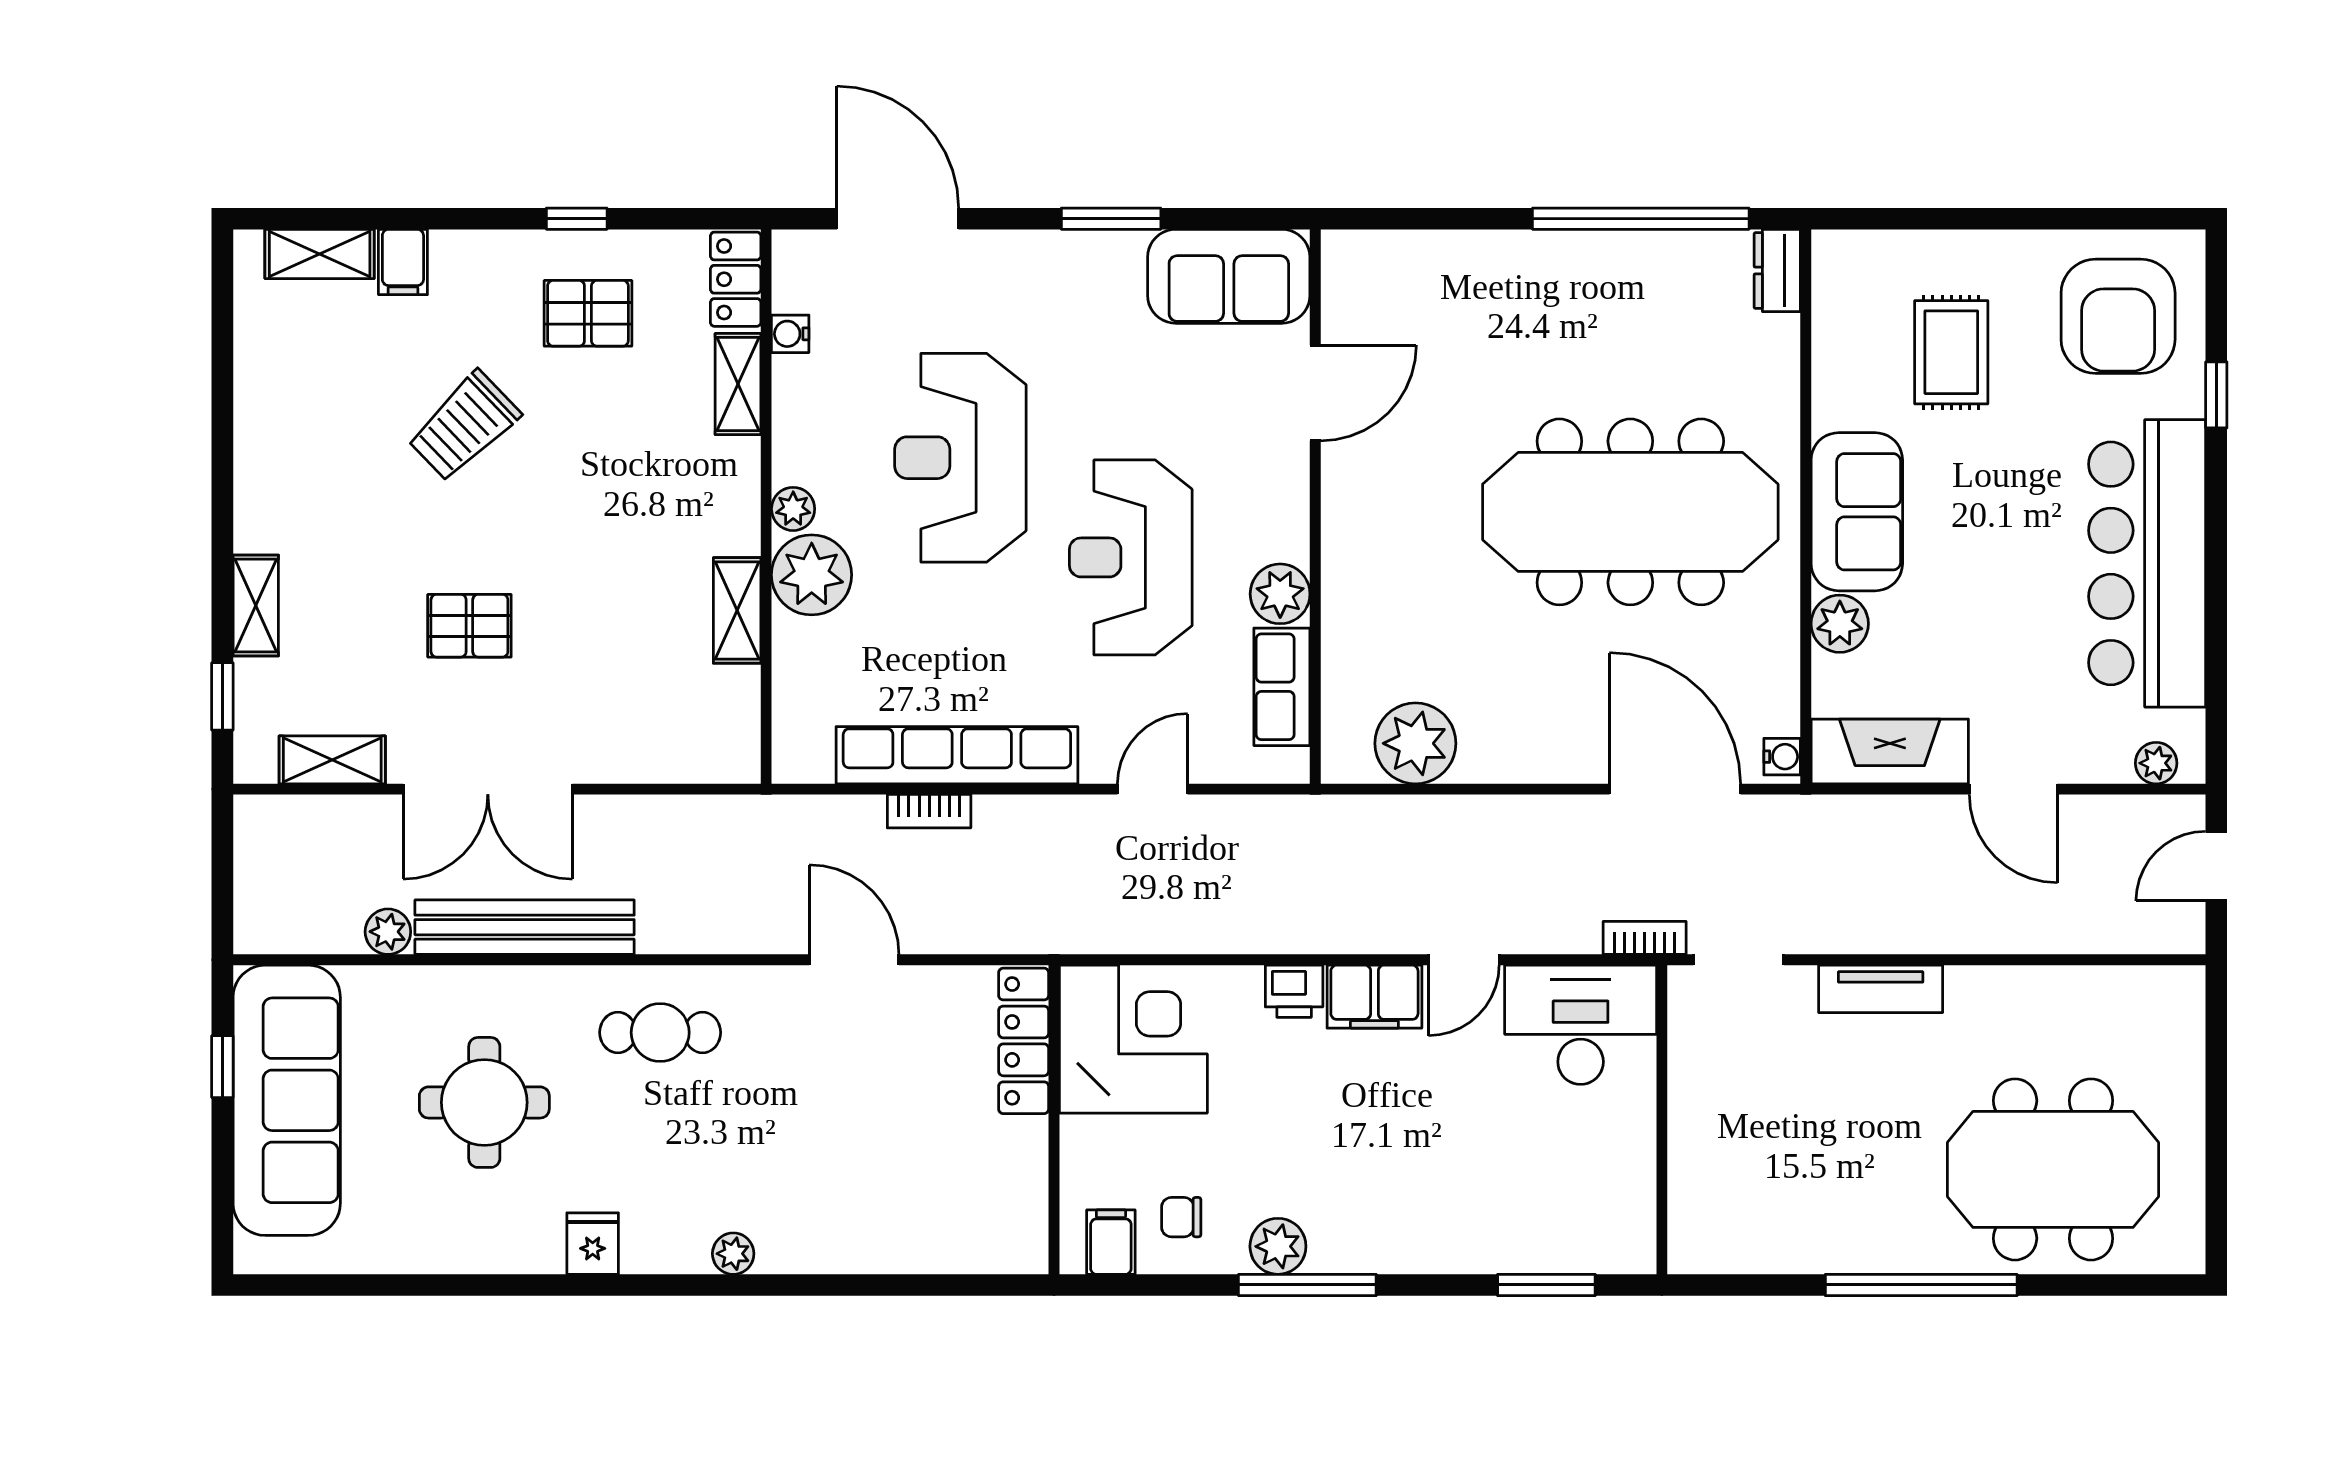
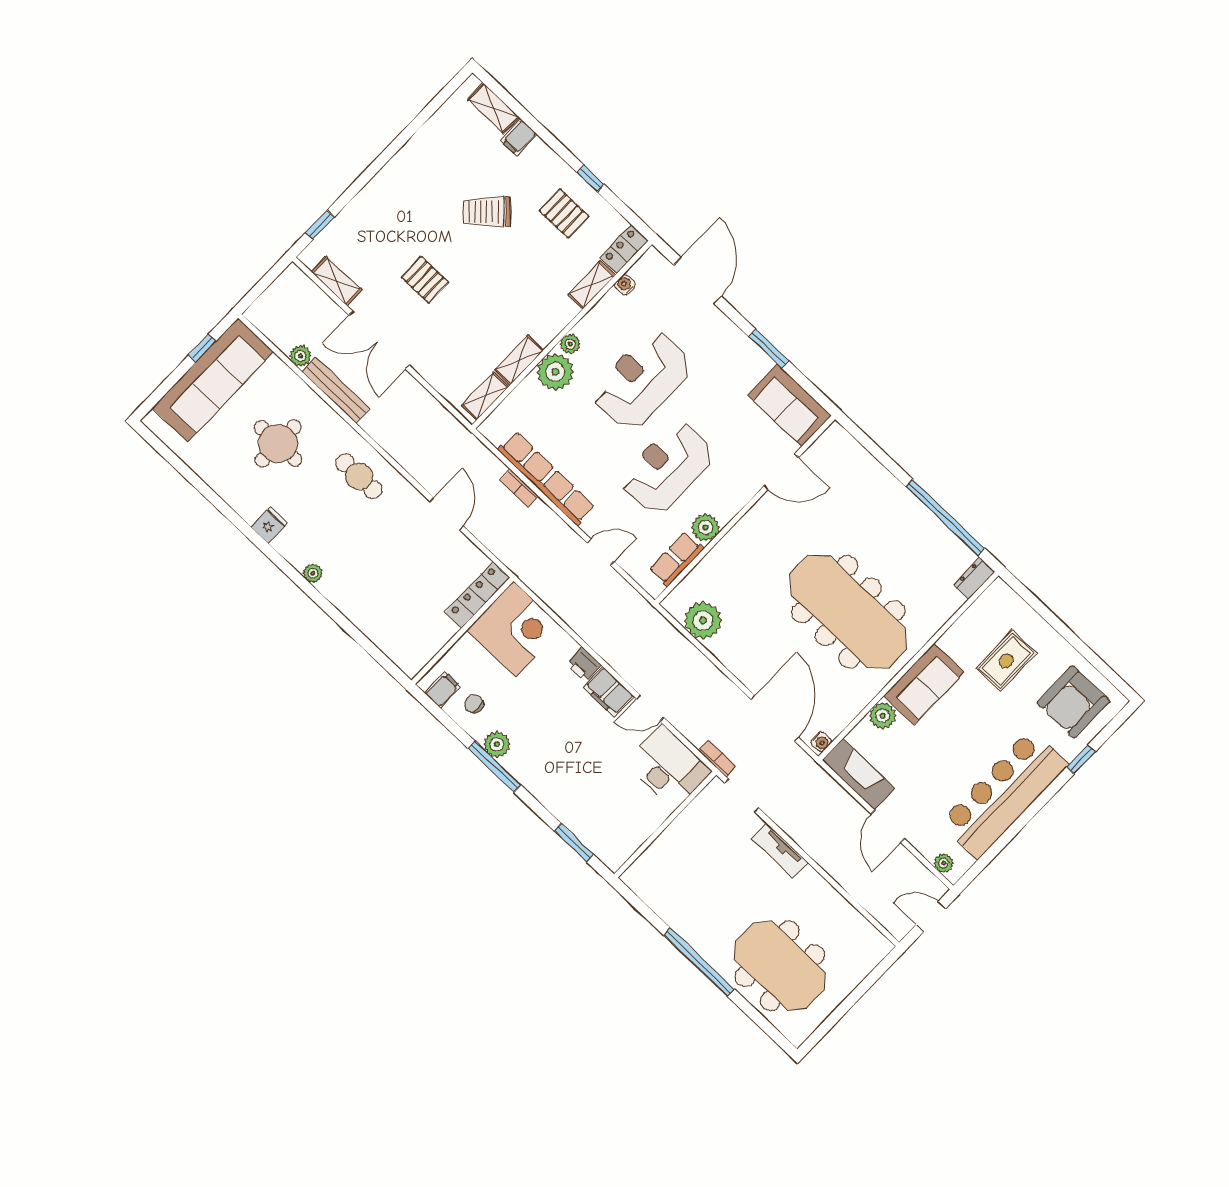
shelving: (256, 606) -> (485, 396), moved
bench: (525, 927) -> (336, 390), width x0.73, depth x0.82

